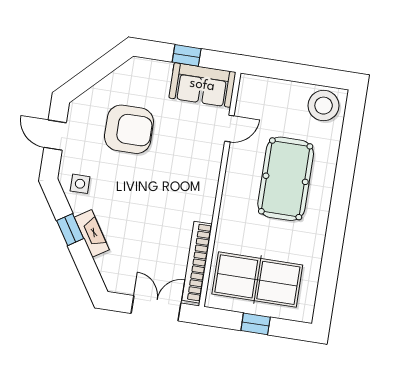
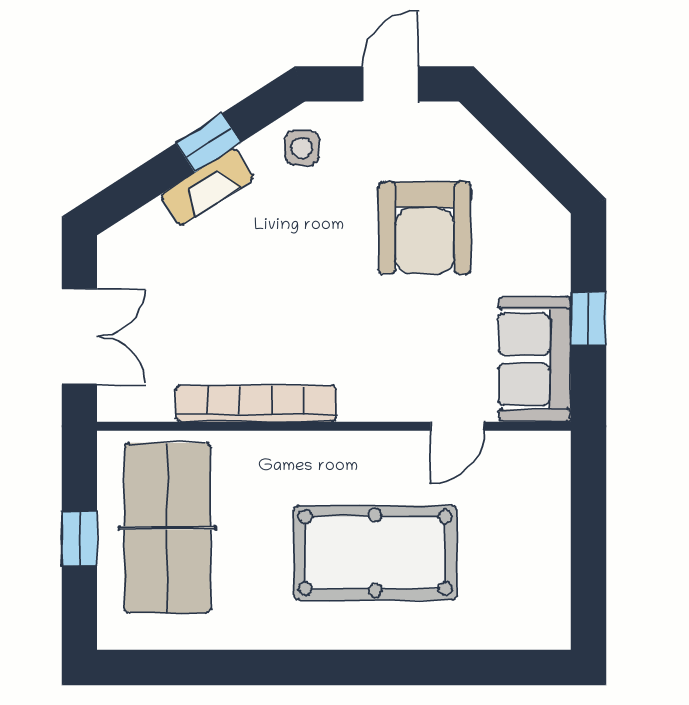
stool: (324, 106) -> (532, 605), removed
door: (229, 128) -> (457, 426), hinge flipped
bookcase: (197, 262) -> (256, 404), moved

